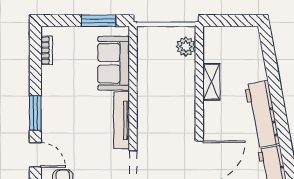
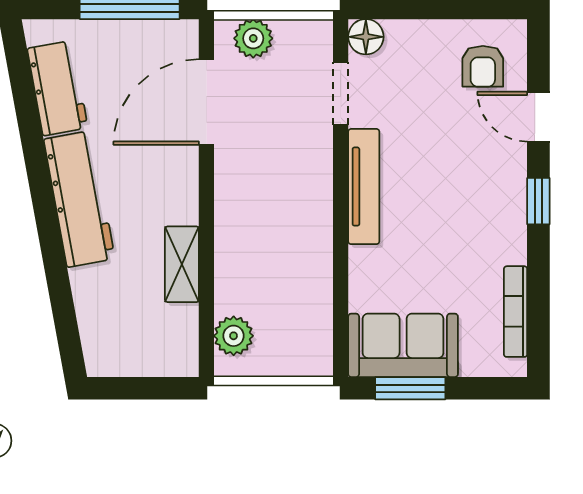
bookcase: (47, 50) -> (516, 312), width x1.56
sofa: (114, 63) -> (403, 345), moved, turned -90
window: (35, 113) -> (538, 201), width x0.67

